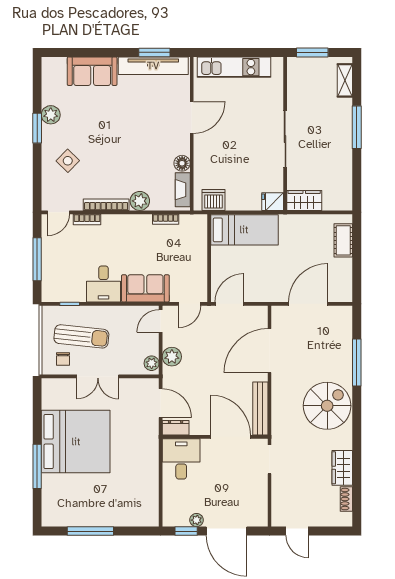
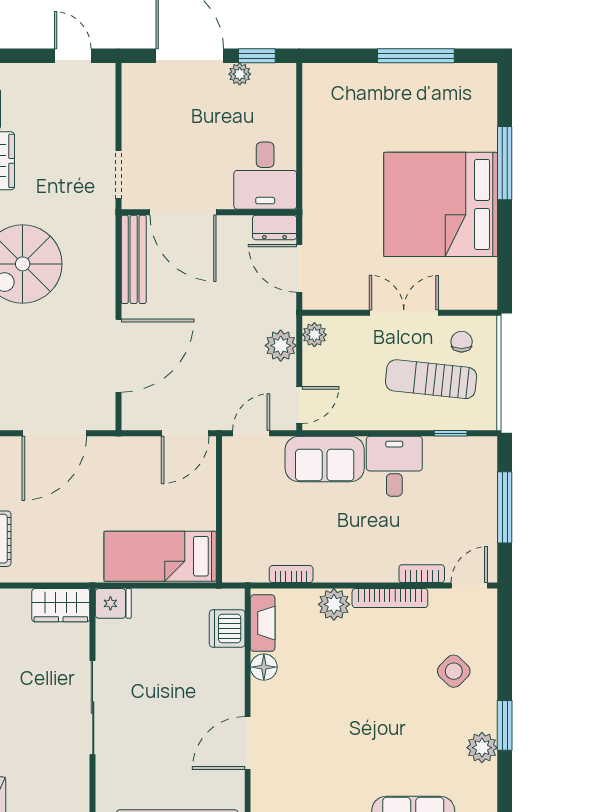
dishwasher: (214, 200) -> (227, 629), moved, turned 90

